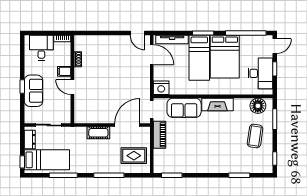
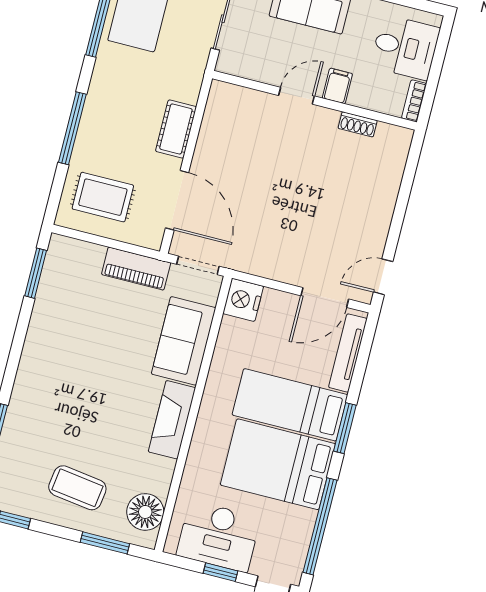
rug: (134, 156) -> (103, 197), turned 90

